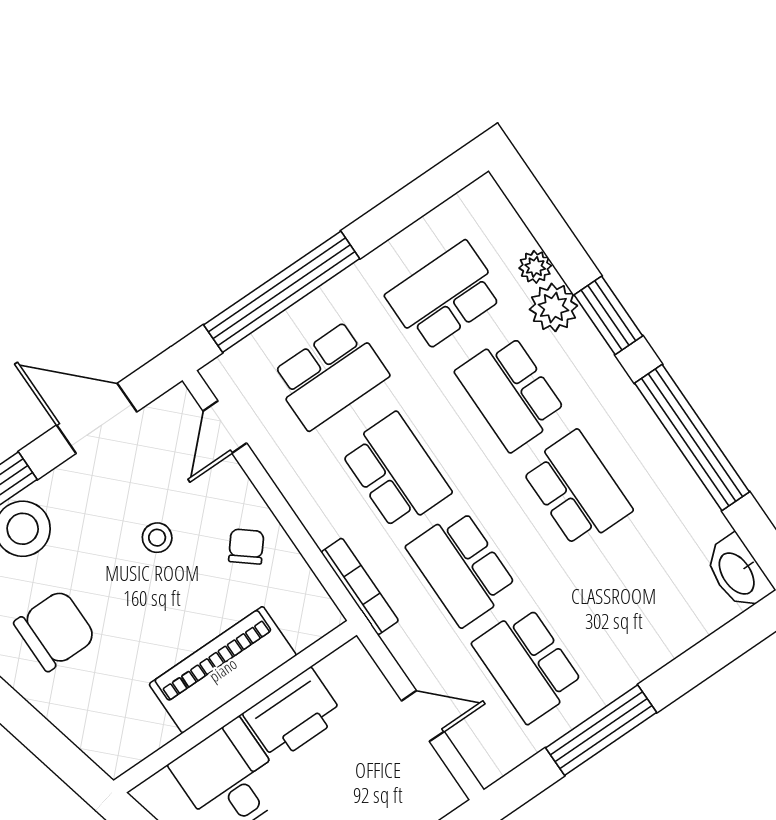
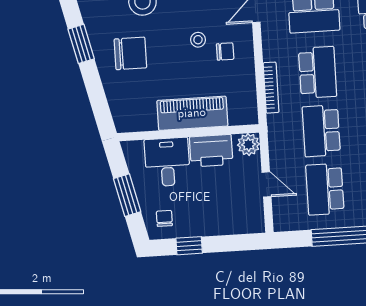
chair: (246, 546) -> (225, 52), moved, turned 51
bookcase: (360, 586) -> (271, 88), moved
plant: (351, 666) -> (249, 144), added

